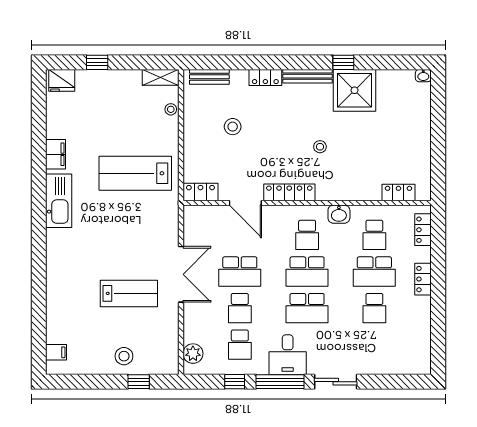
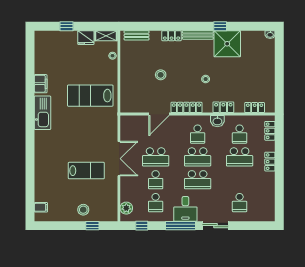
fridge: (62, 80) -> (86, 38), moved
stool: (233, 127) -> (161, 75), moved
locker: (200, 192) -> (223, 107), moved
door: (245, 203) -> (159, 114), hinge flipped
school desk: (374, 308) -> (240, 203), moved
window: (235, 382) -> (142, 226), moved

